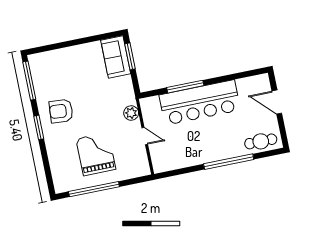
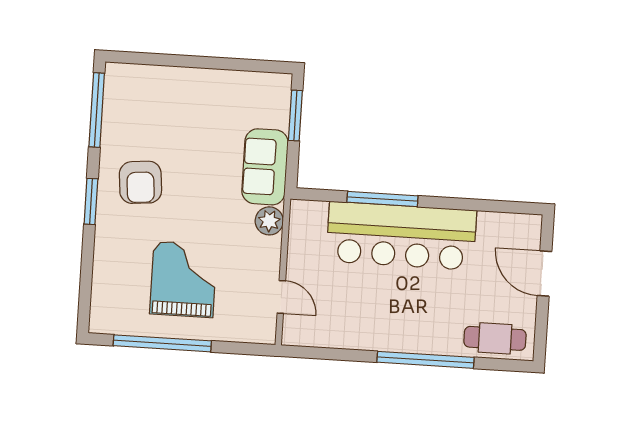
sofa: (116, 57) -> (265, 167), moved
armchair: (61, 111) -> (140, 182), turned -99
door: (145, 136) -> (281, 297), moved

